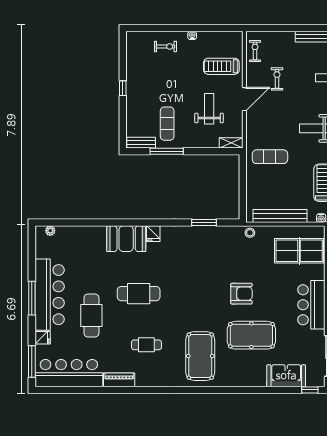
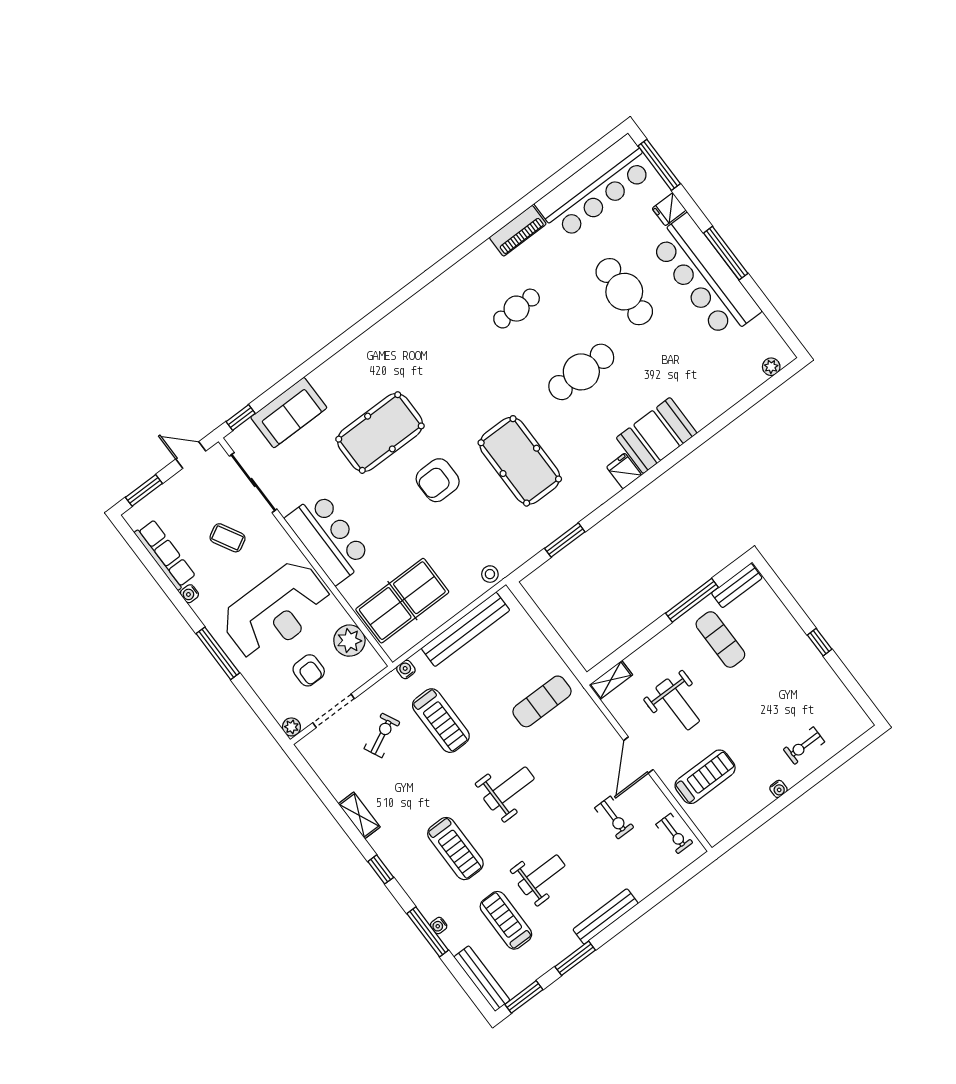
pool table: (200, 356) -> (520, 461), moved

